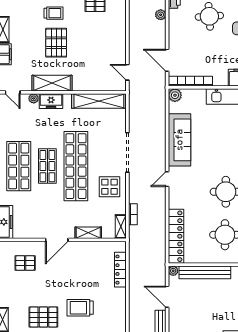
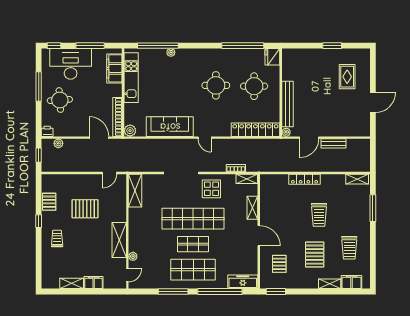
pallet: (56, 43) -> (85, 209), moved
door: (167, 60) -> (99, 138), swing flipped
freezer: (51, 101) -> (135, 241), removed
shelving: (99, 101) -> (135, 191), width x0.68
locker: (120, 270) -> (304, 179), moved
pallet: (43, 317) -> (315, 255), moved

